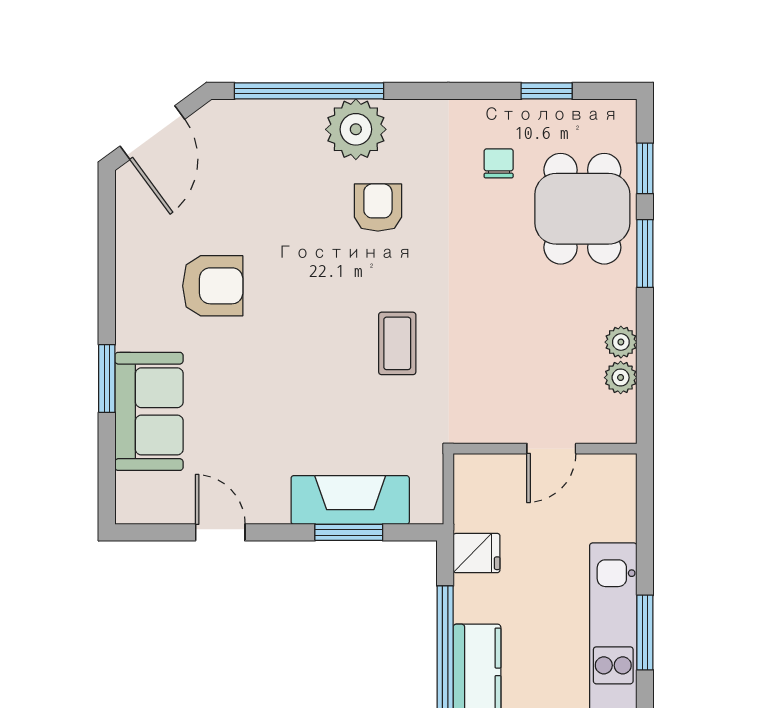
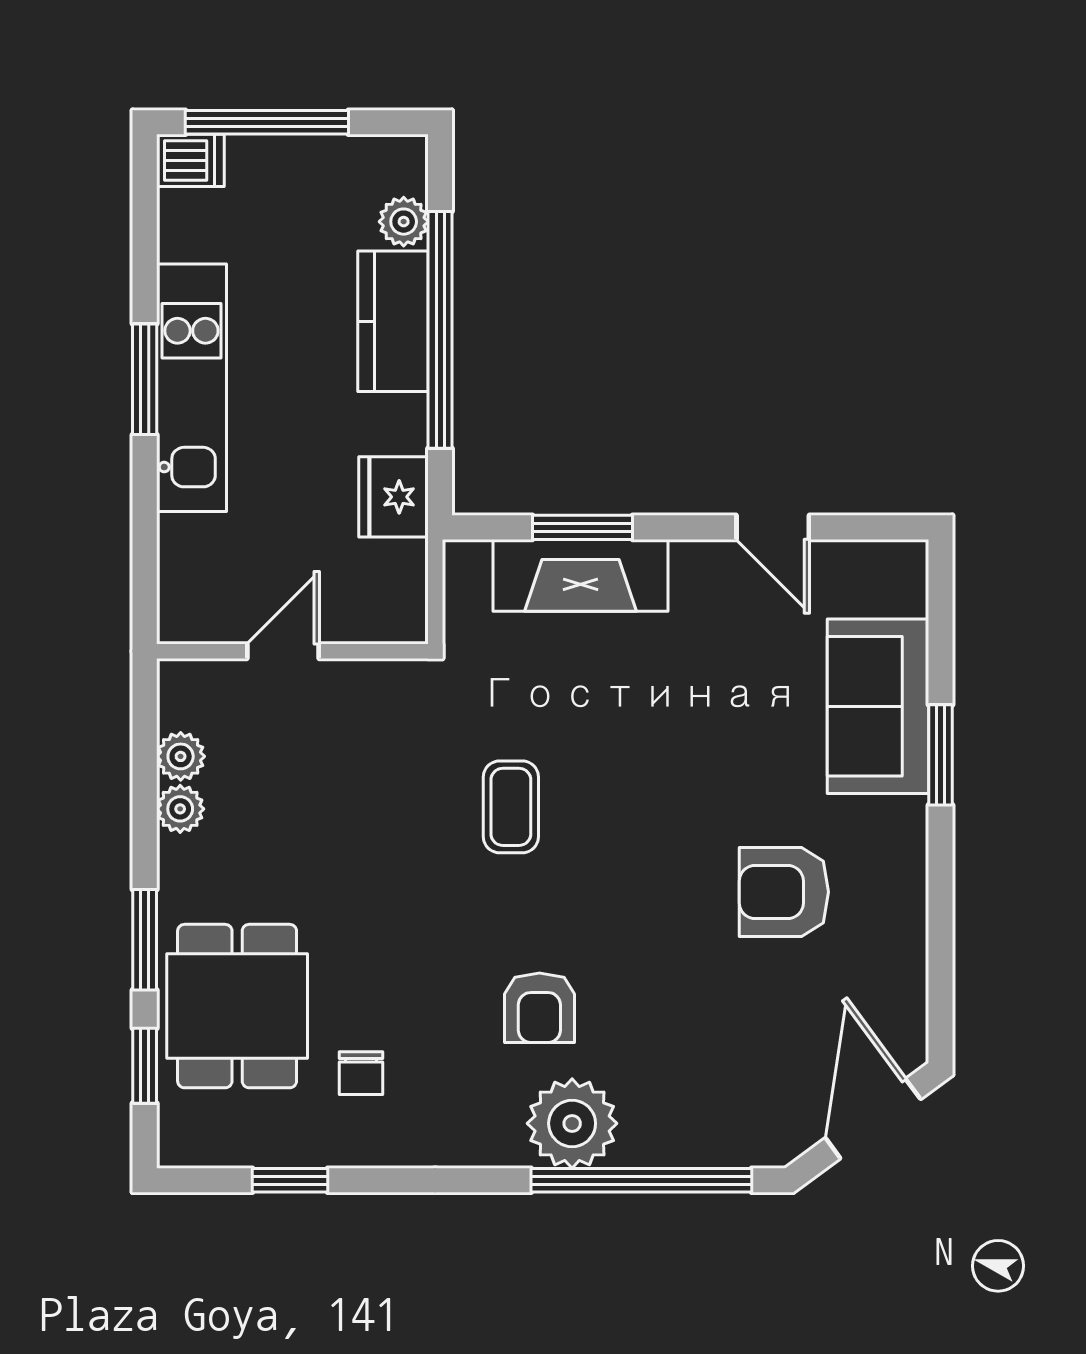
fridge: (477, 553) -> (394, 497), width x1.38

